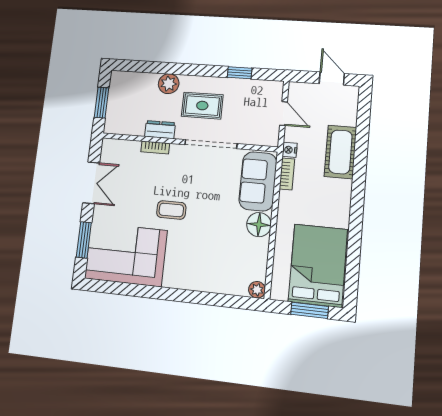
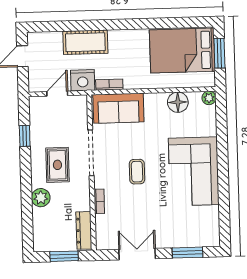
dresser: (160, 130) -> (84, 230), moved, width x1.44
nightstand: (290, 150) -> (83, 80), width x1.89, depth x1.79
coffee table: (171, 210) -> (137, 172), moved
floor lamp: (259, 225) -> (178, 102), moved
corner sofa: (126, 254) -> (194, 171), moved

